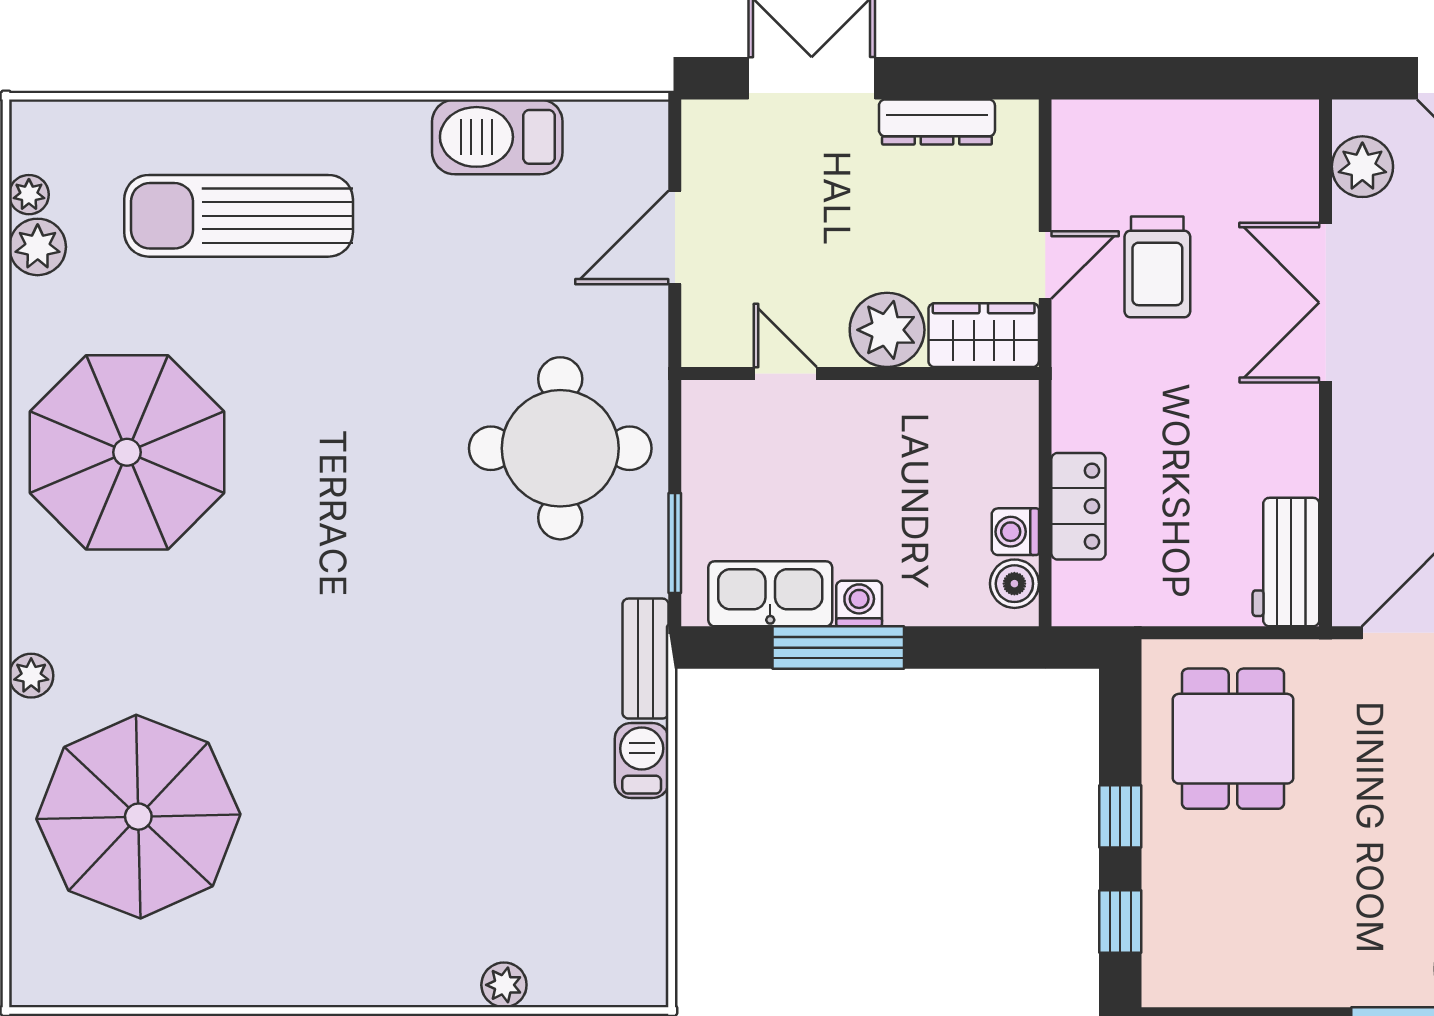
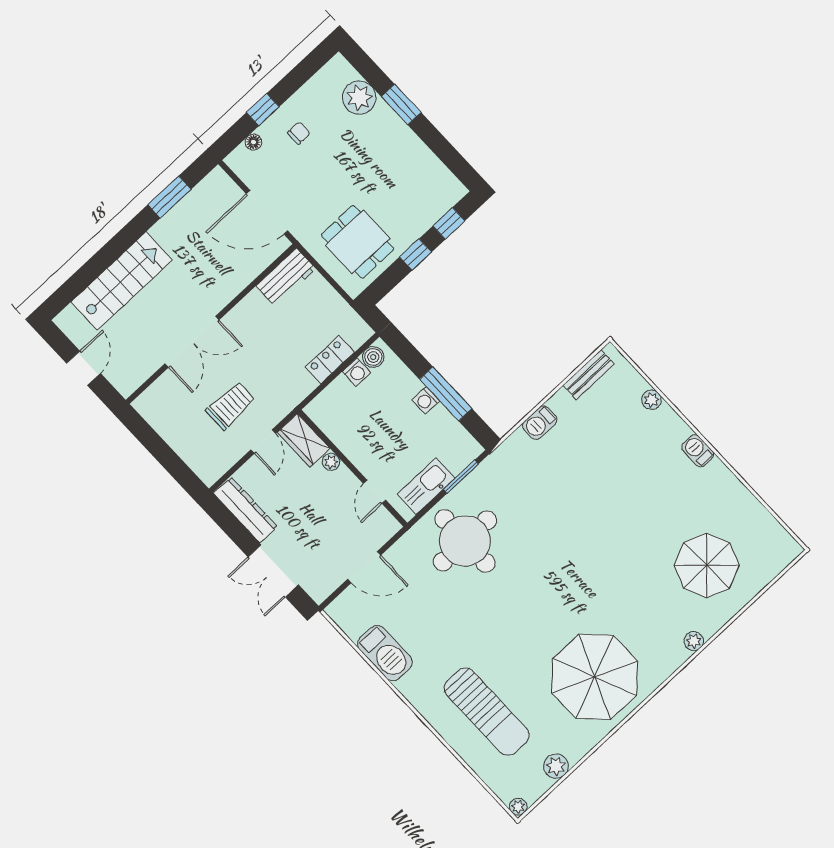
dresser: (937, 122) -> (245, 510), width x1.37, depth x1.24
plant: (1362, 167) -> (138, 370), removed
plant: (29, 195) -> (518, 807), moved
door: (1045, 265) -> (263, 442), swing flipped
plant: (887, 330) -> (331, 462), width x0.53, depth x0.53
kitchen sink: (770, 594) -> (426, 486), moved, turned 90
bench: (645, 659) -> (589, 375), moved
dining table: (1233, 739) -> (358, 242), turned 90
parasol: (138, 817) -> (707, 565), width x0.73, depth x0.73
barbecue: (345, 982) -> (698, 451), added

